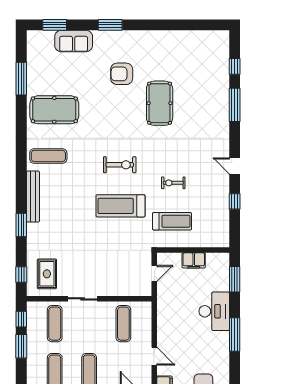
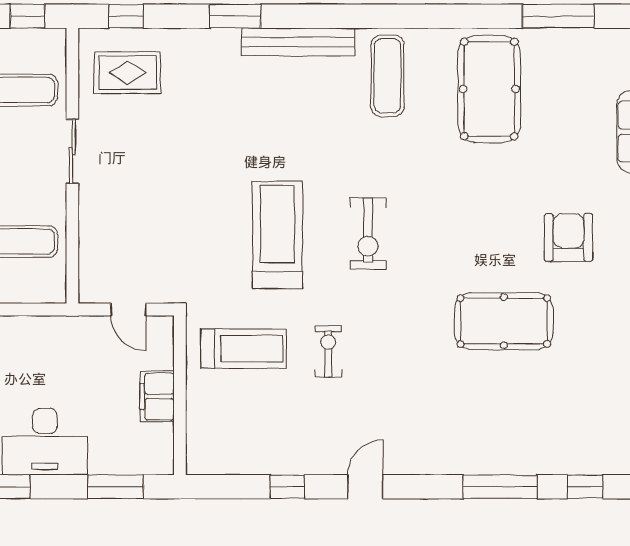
treadmill: (172, 221) -> (243, 349), turned -90

